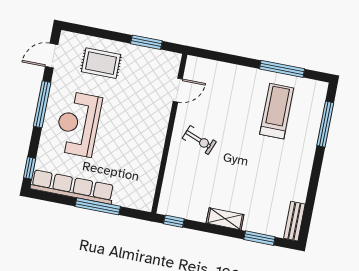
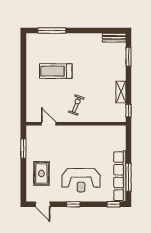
window: (282, 69) -> (23, 63), removed
window: (42, 104) -> (73, 204), width x0.46
treadmill: (277, 111) -> (56, 71), moved
window: (98, 206) -> (129, 177), moved
shelving: (225, 219) -> (121, 92), moved

